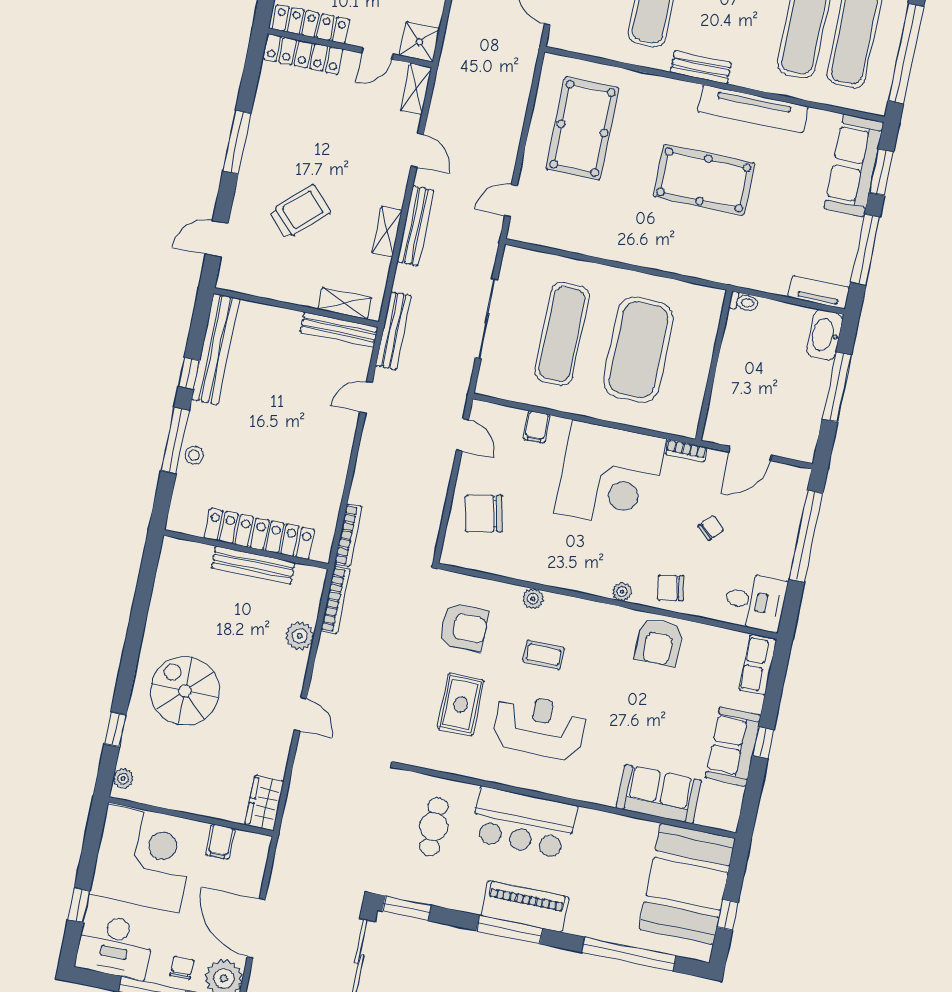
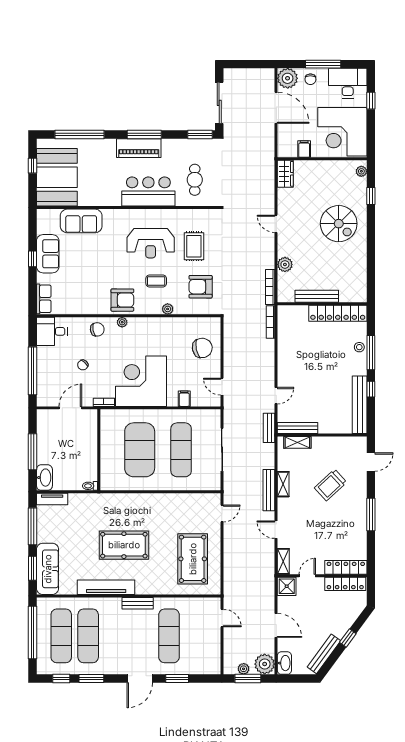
bench: (393, 331) -> (269, 428), width x0.73
locker: (260, 534) -> (338, 313), moved
armchair: (659, 642) -> (122, 300), moved, turned 90

